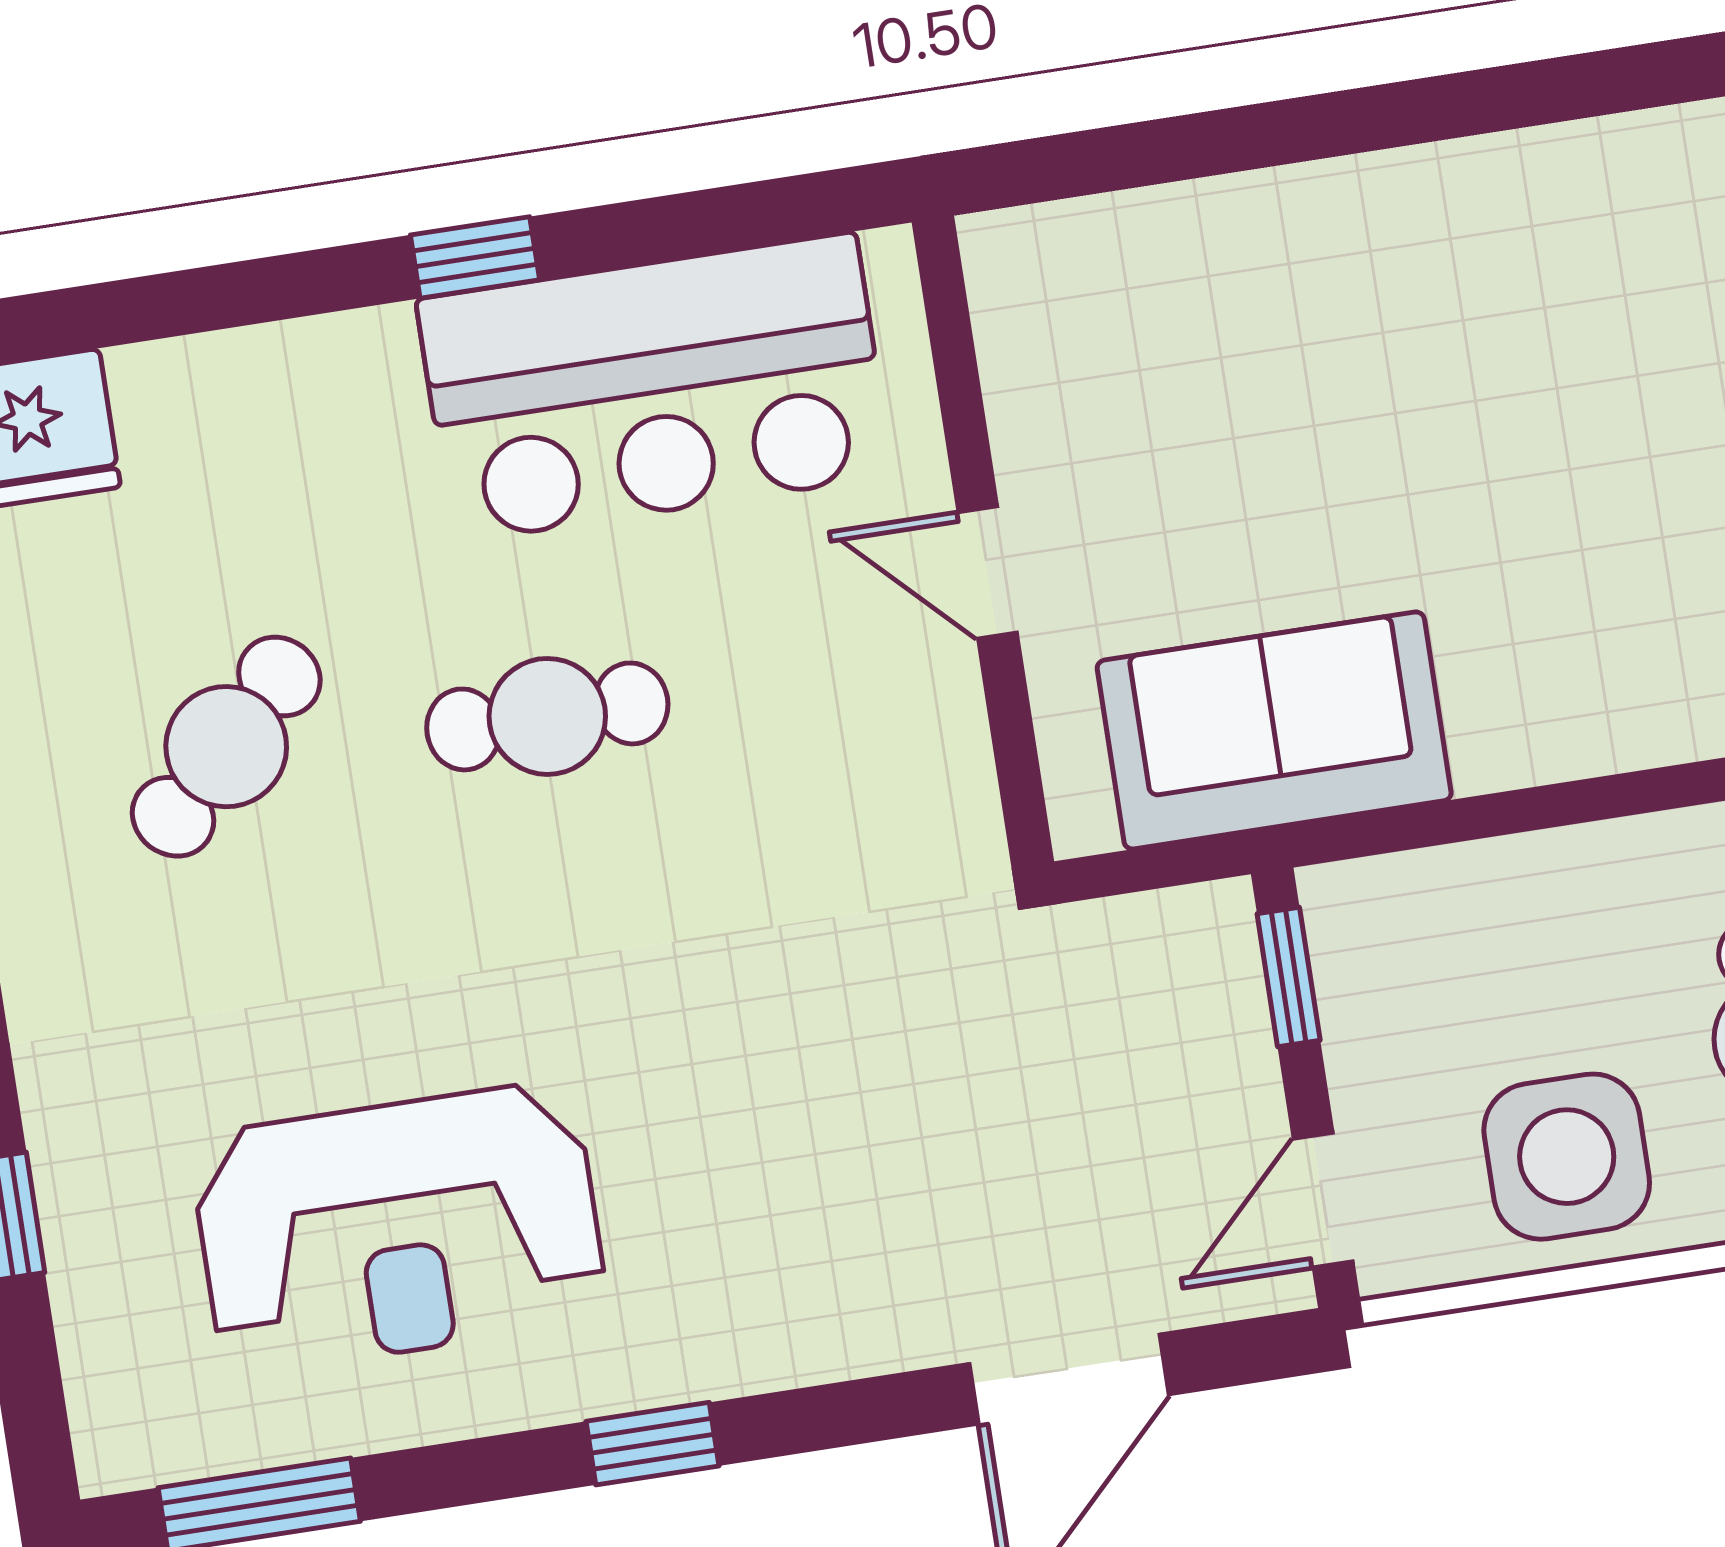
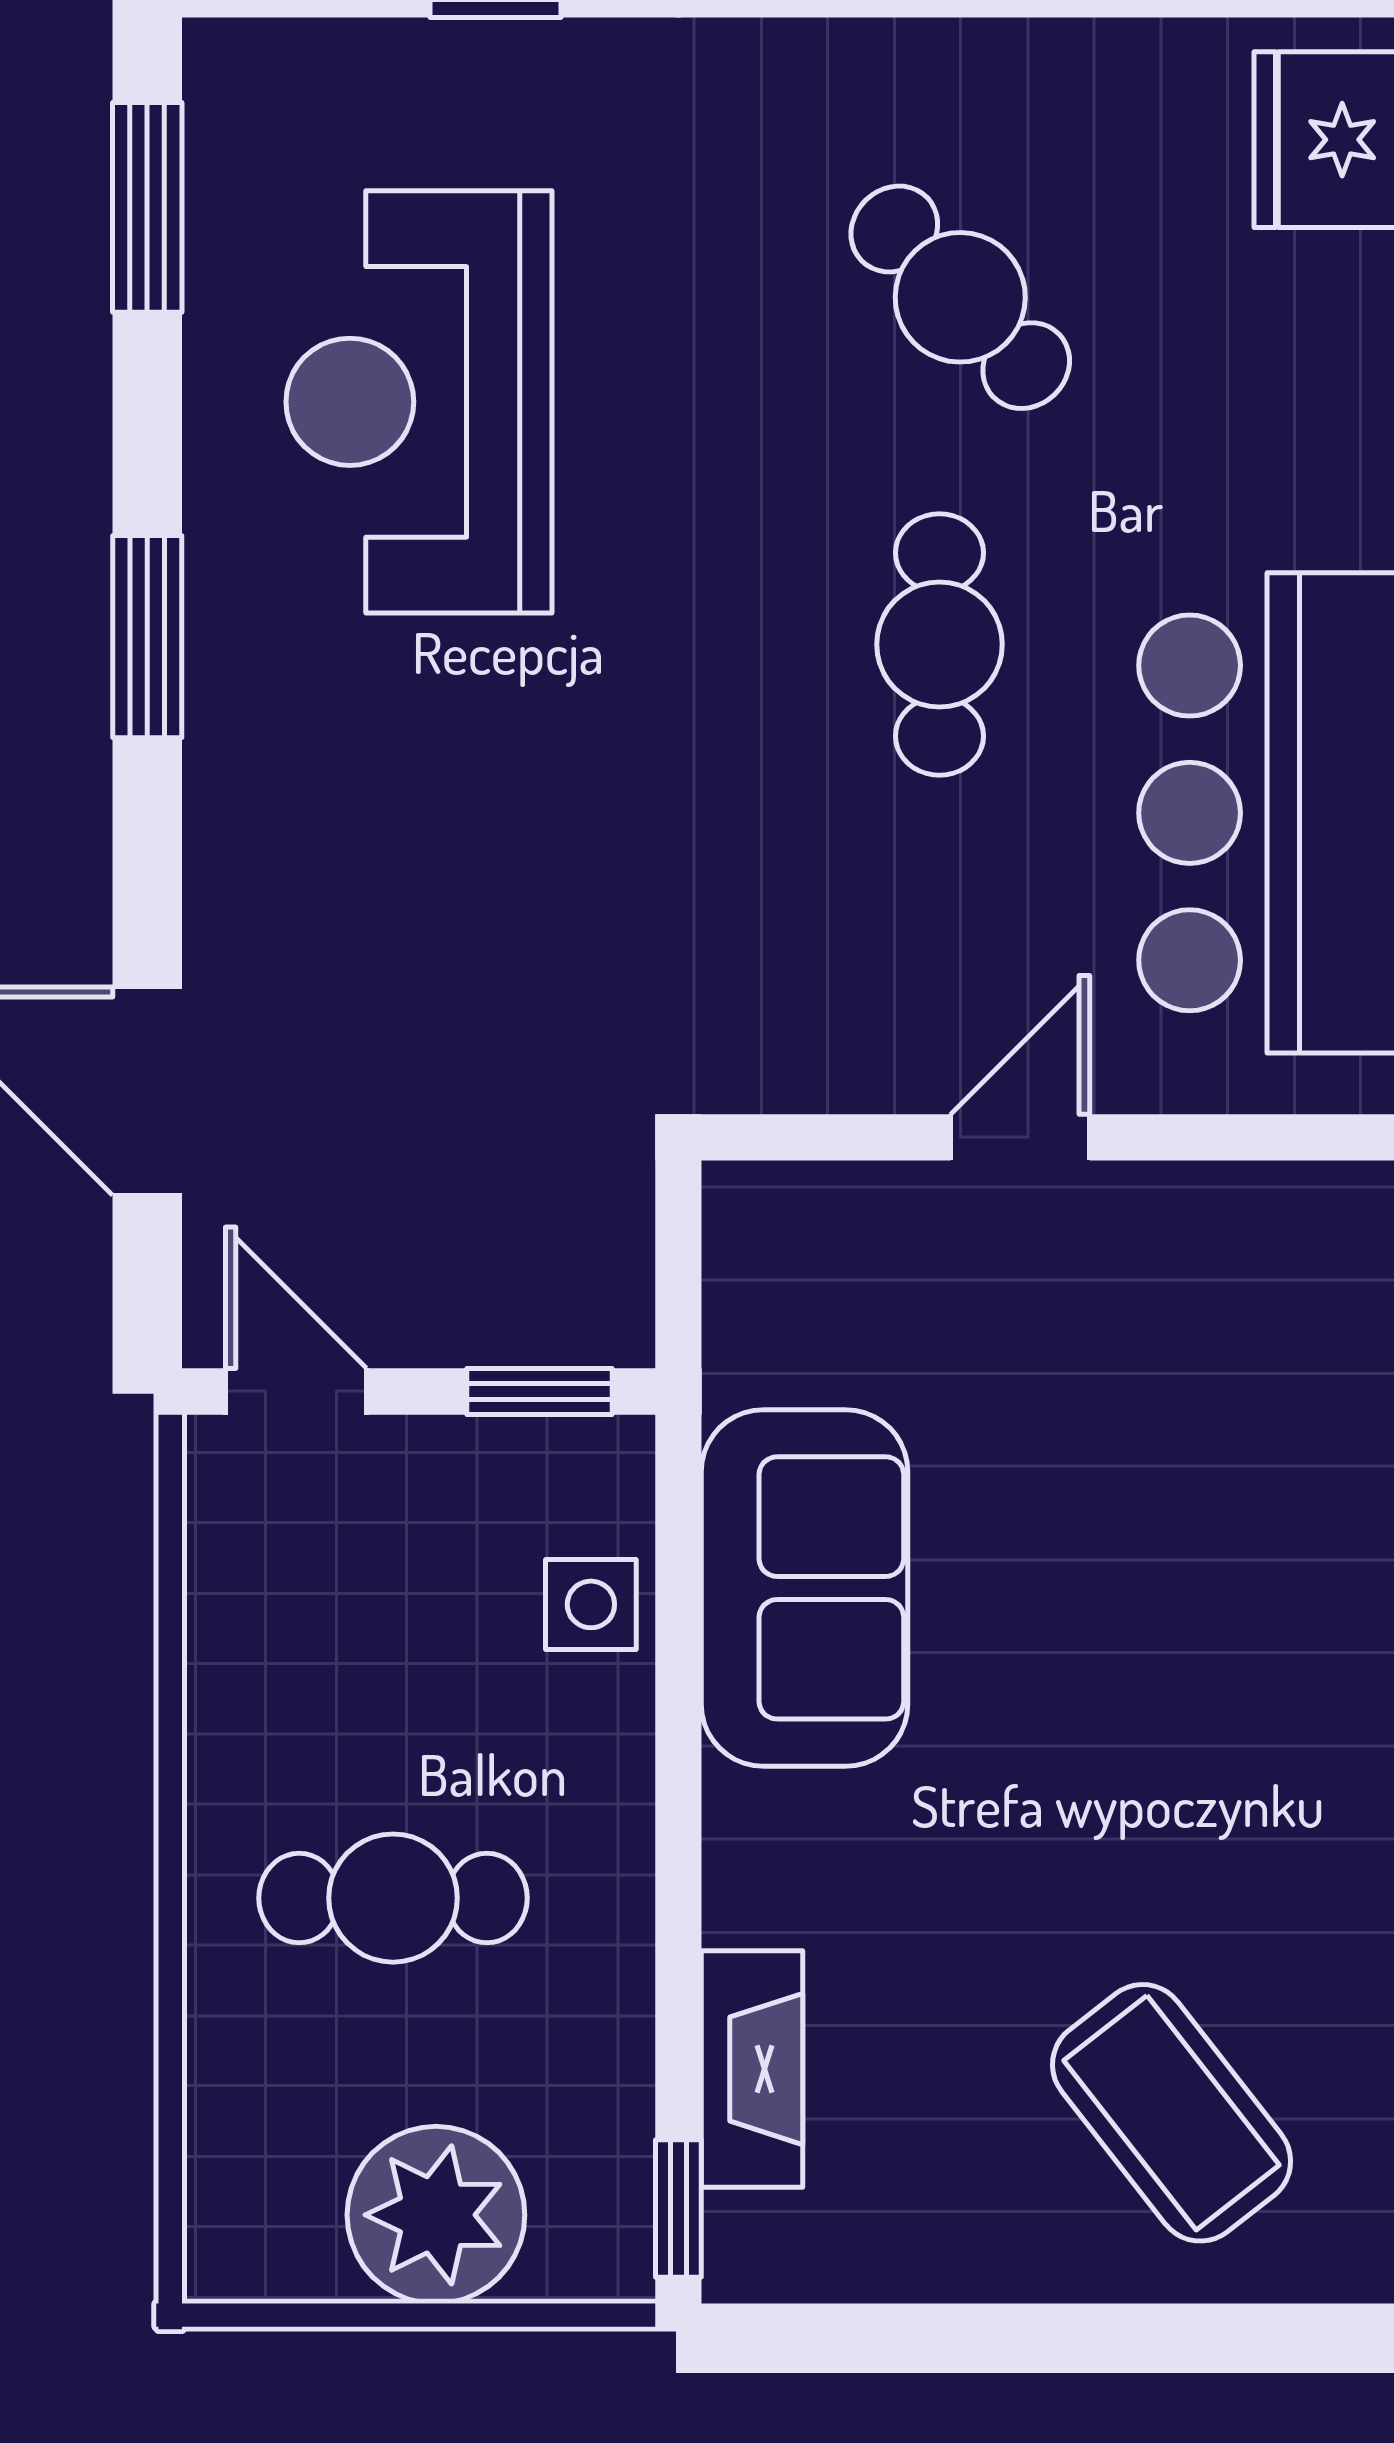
sofa: (1274, 730) -> (805, 1588), moved
side table: (1567, 1157) -> (591, 1604), moved, width x0.54, depth x0.54
window: (653, 1444) -> (147, 637), width x1.50

